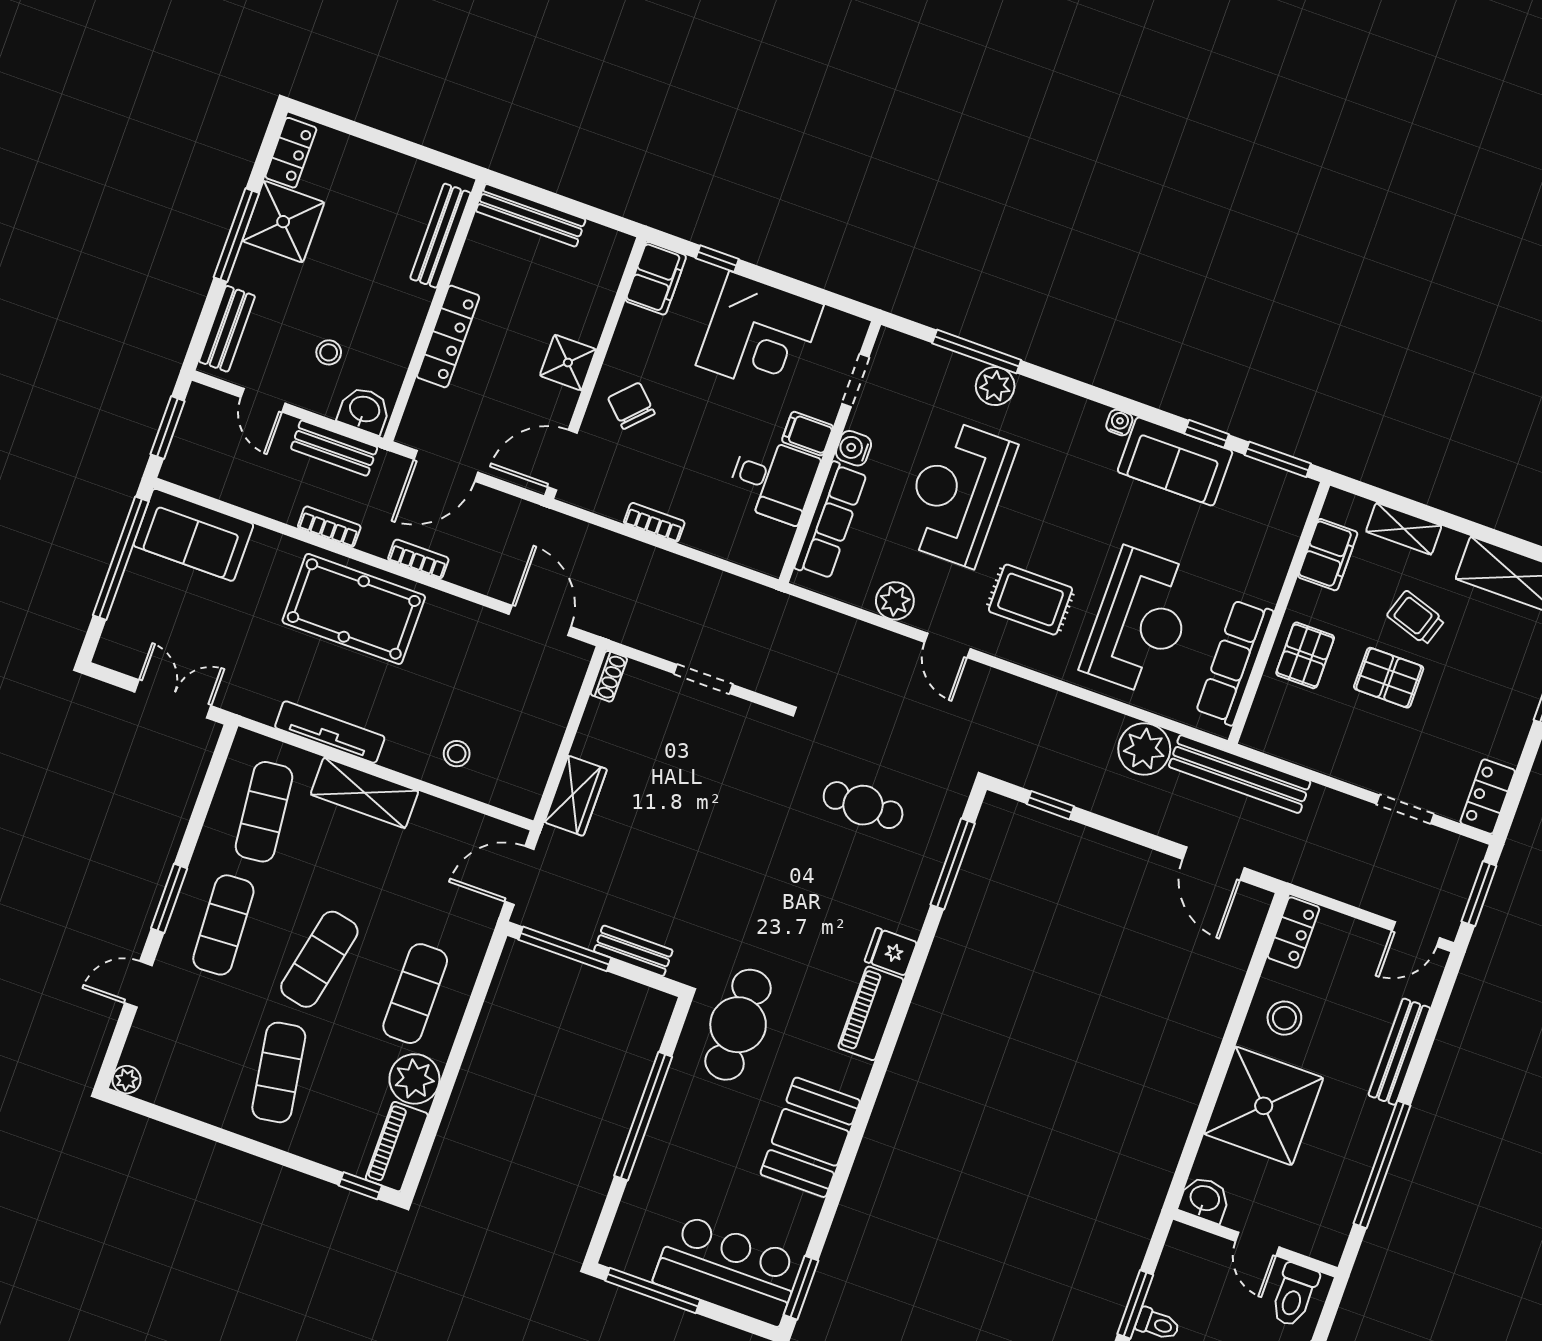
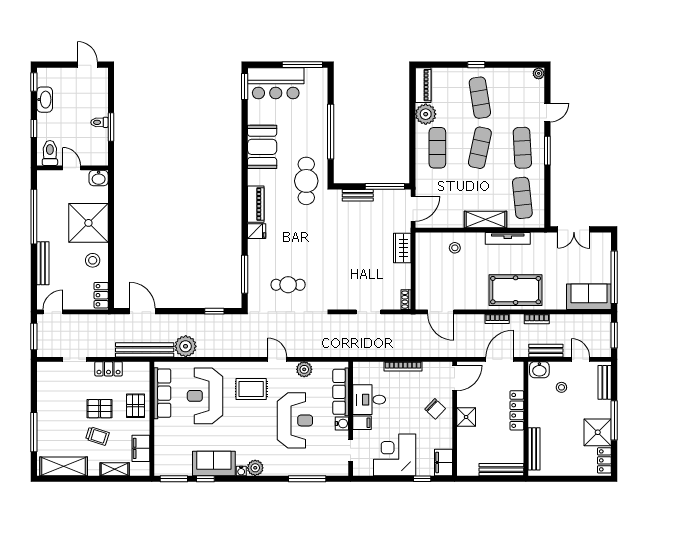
plant: (995, 386) -> (255, 468), moved
bookcase: (654, 523) -> (403, 366), width x1.56
locker: (1488, 797) -> (109, 369), moved, turned 90
window: (360, 1186) -> (476, 65), moved

